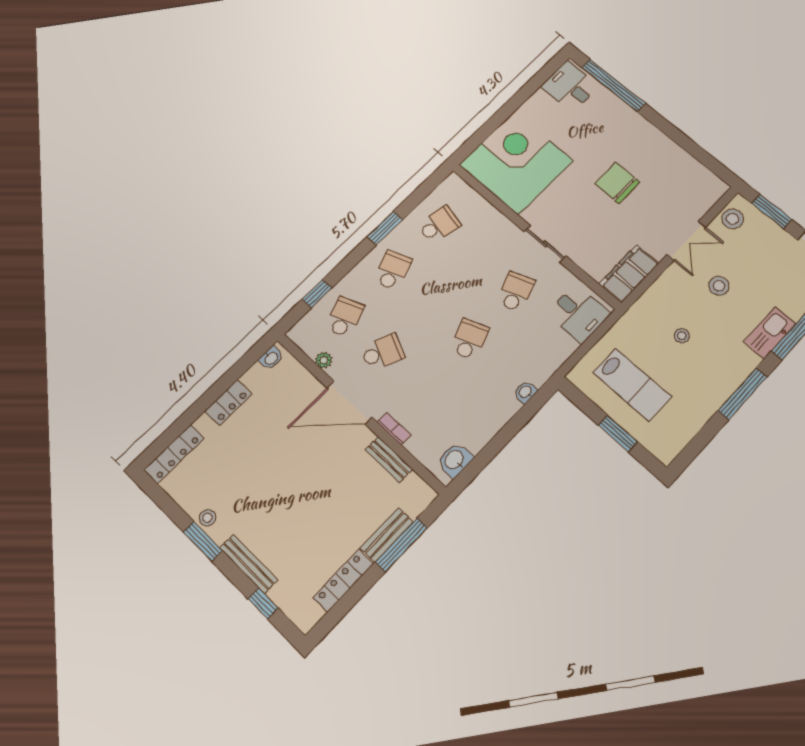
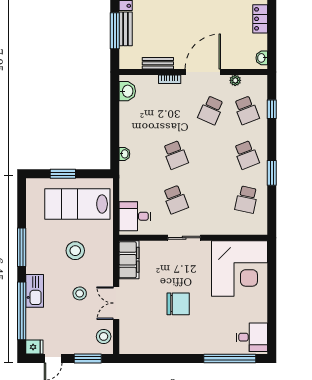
stool: (682, 336) -> (75, 251), width x1.89, depth x1.89
lab bench: (632, 385) -> (77, 204), width x1.36, depth x1.39

